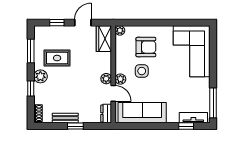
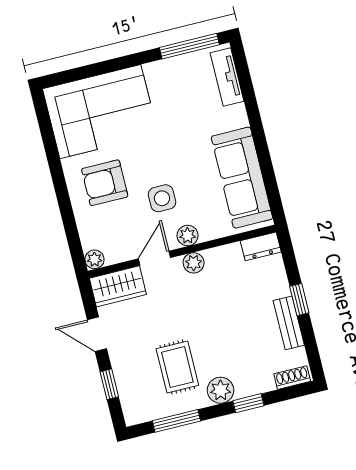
armchair: (146, 47) -> (105, 183), moved, turned -90
door: (113, 93) -> (155, 258), moved
window: (186, 126) -> (247, 87), removed

